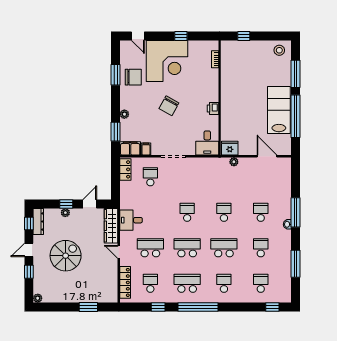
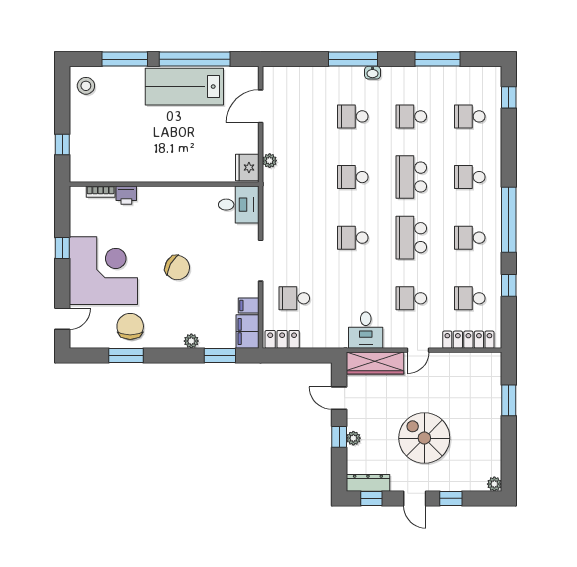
printer: (213, 109) -> (126, 195), moved
school desk: (150, 248) -> (411, 298), width x0.54
school desk: (187, 283) -> (470, 238), width x0.54

